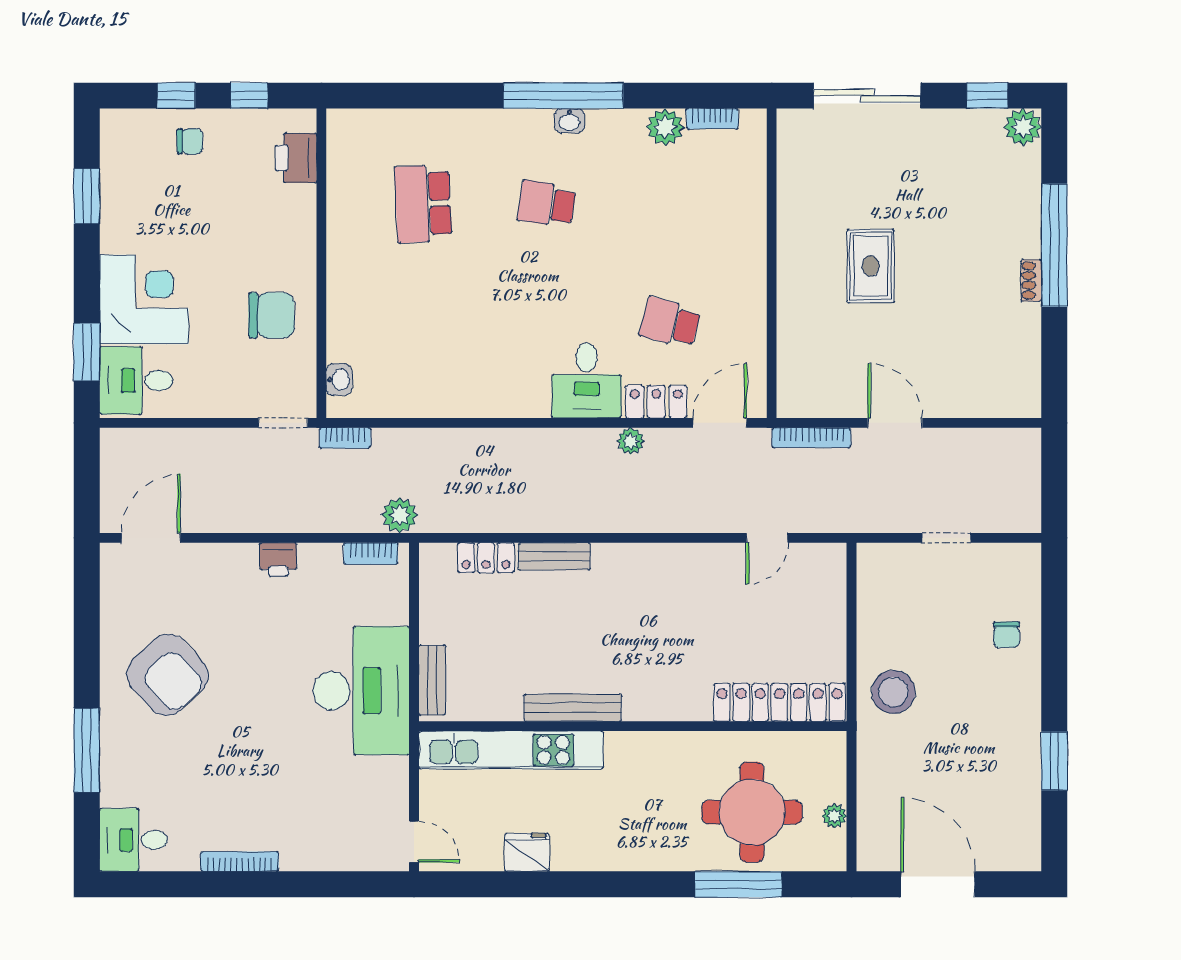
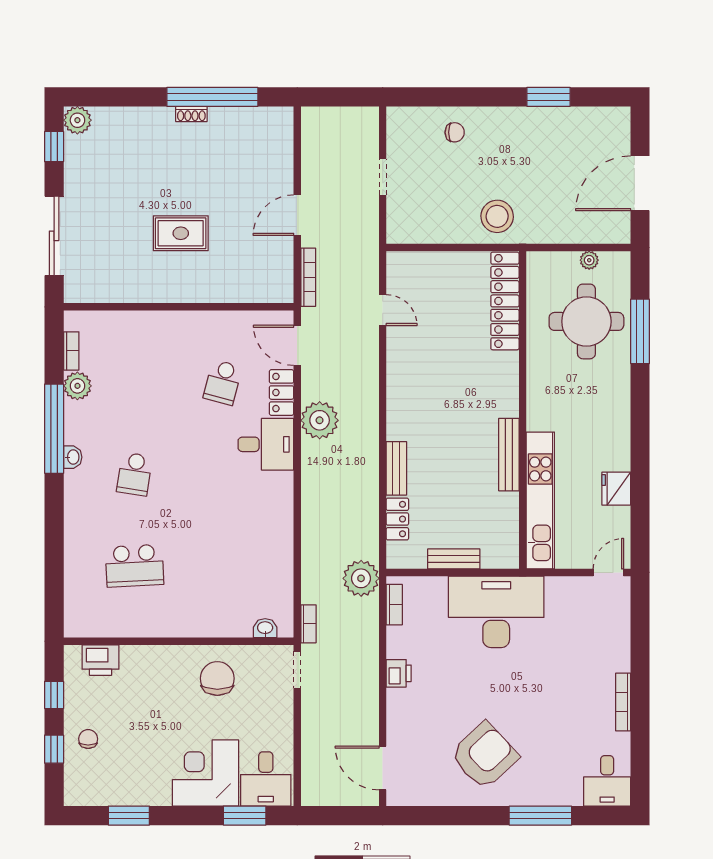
window: (563, 96) -> (54, 429), moved
window: (1054, 245) -> (212, 97), moved
plant: (631, 441) -> (320, 420), width x1.88, depth x1.88
plant: (400, 515) -> (361, 578), width x1.36, depth x1.36
bench: (432, 680) -> (454, 559), moved

